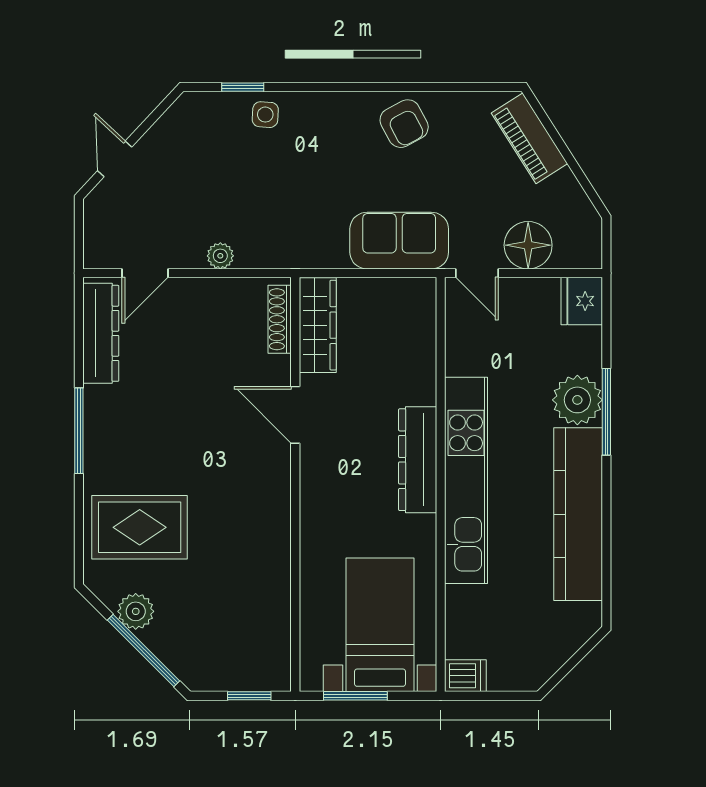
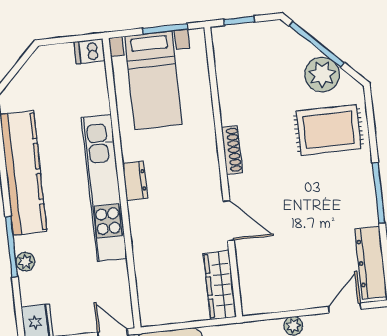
shoe rack: (280, 319) -> (232, 150), moved
plant: (577, 400) -> (25, 262), width x0.53, depth x0.53
dresser: (418, 460) -> (135, 181), width x0.51, depth x0.80
plant: (136, 611) -> (322, 74), width x1.36, depth x1.36

